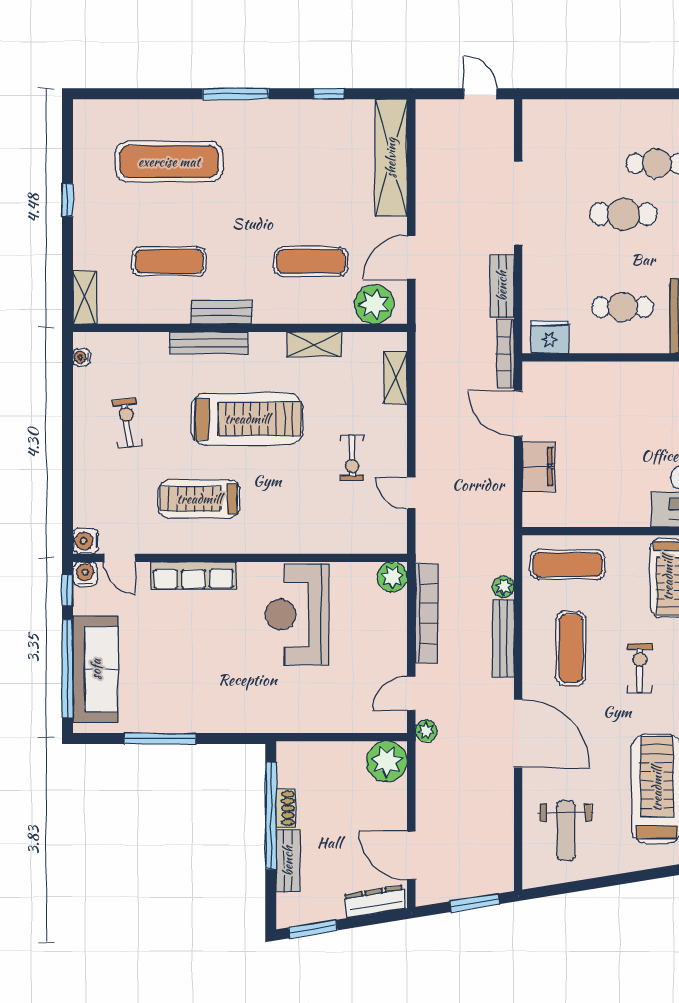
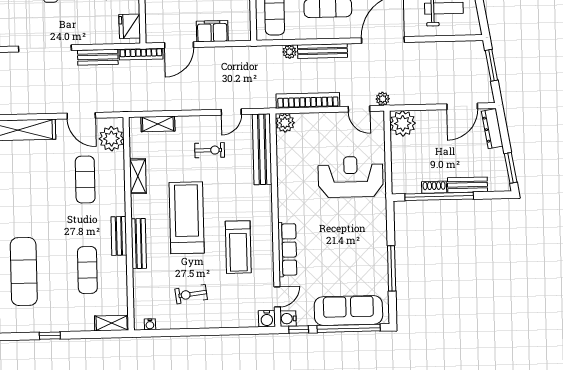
bench: (352, 540) -> (262, 149), added
reception desk: (297, 615) -> (351, 177), moved, turned 180

